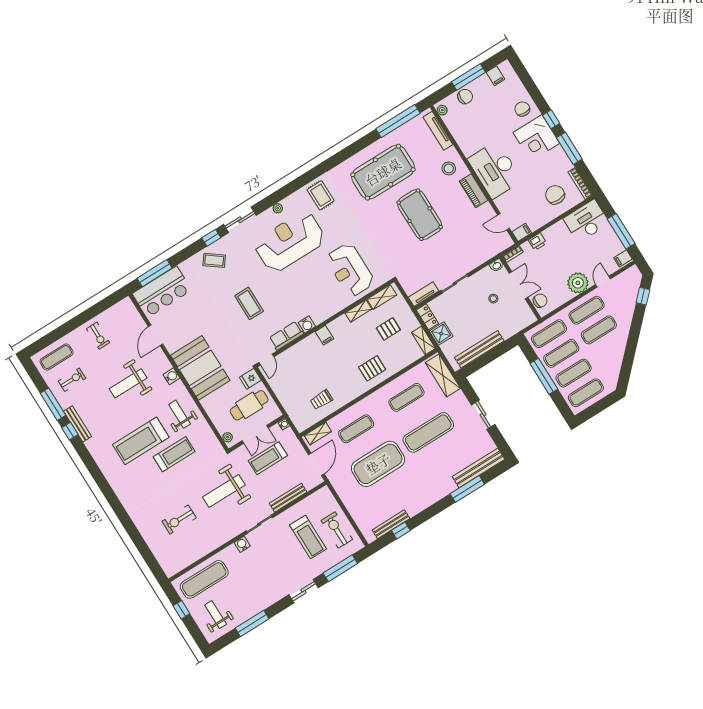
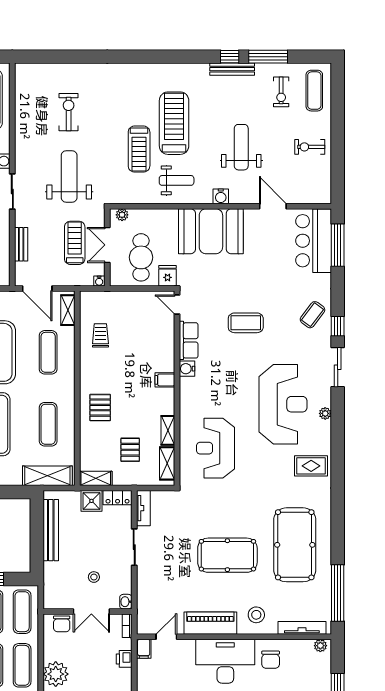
chair: (465, 96) -> (271, 660), moved
piano: (474, 191) -> (210, 623), width x1.37, depth x1.33
reception desk: (350, 270) -> (215, 448), turned -90
bench: (288, 498) -> (21, 244), width x0.73

